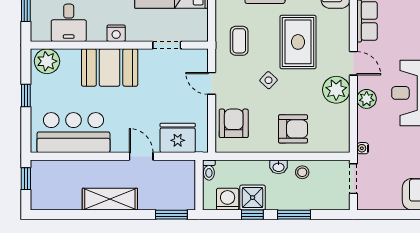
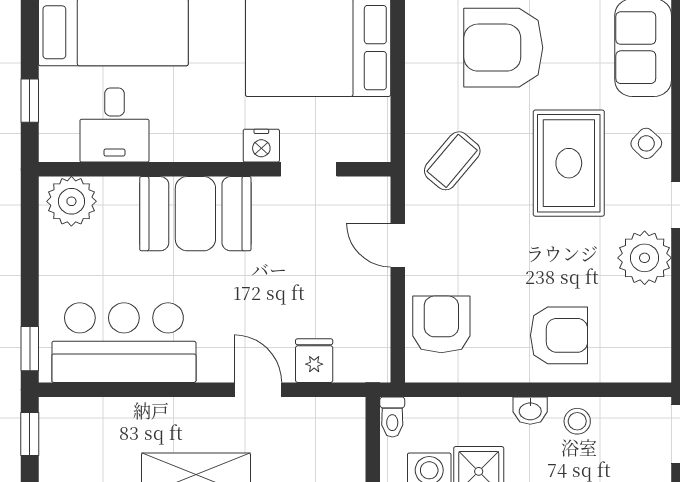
nightstand: (116, 33) -> (261, 146), moved
coffee table: (239, 41) -> (452, 161), turned 40
side table: (269, 80) -> (646, 143), moved
window: (26, 96) -> (30, 349), moved
fridge: (178, 138) -> (314, 361), width x0.53, depth x0.75

